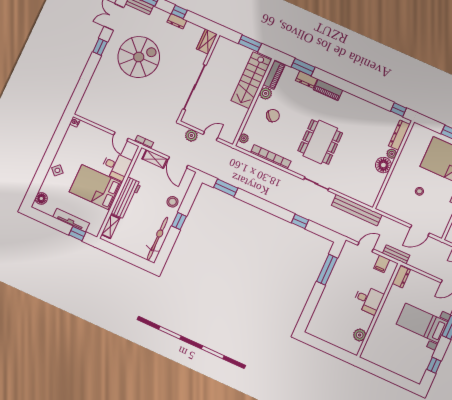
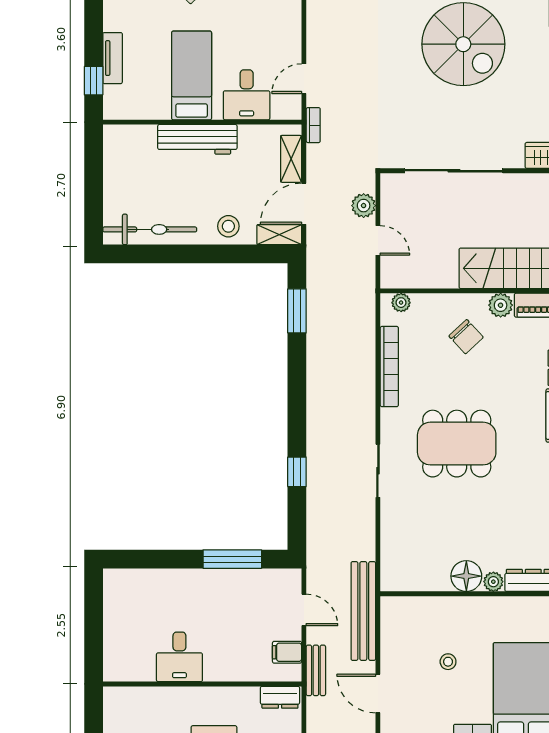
bed: (96, 187) -> (192, 75), width x0.67
bench: (357, 210) -> (363, 611), moved
tv unit: (71, 220) -> (113, 58), width x0.71
window: (179, 221) -> (199, 254), removed
shelving: (110, 226) -> (279, 235), moved
desk: (368, 300) -> (179, 657), moved
plant: (360, 335) -> (142, 669), removed

